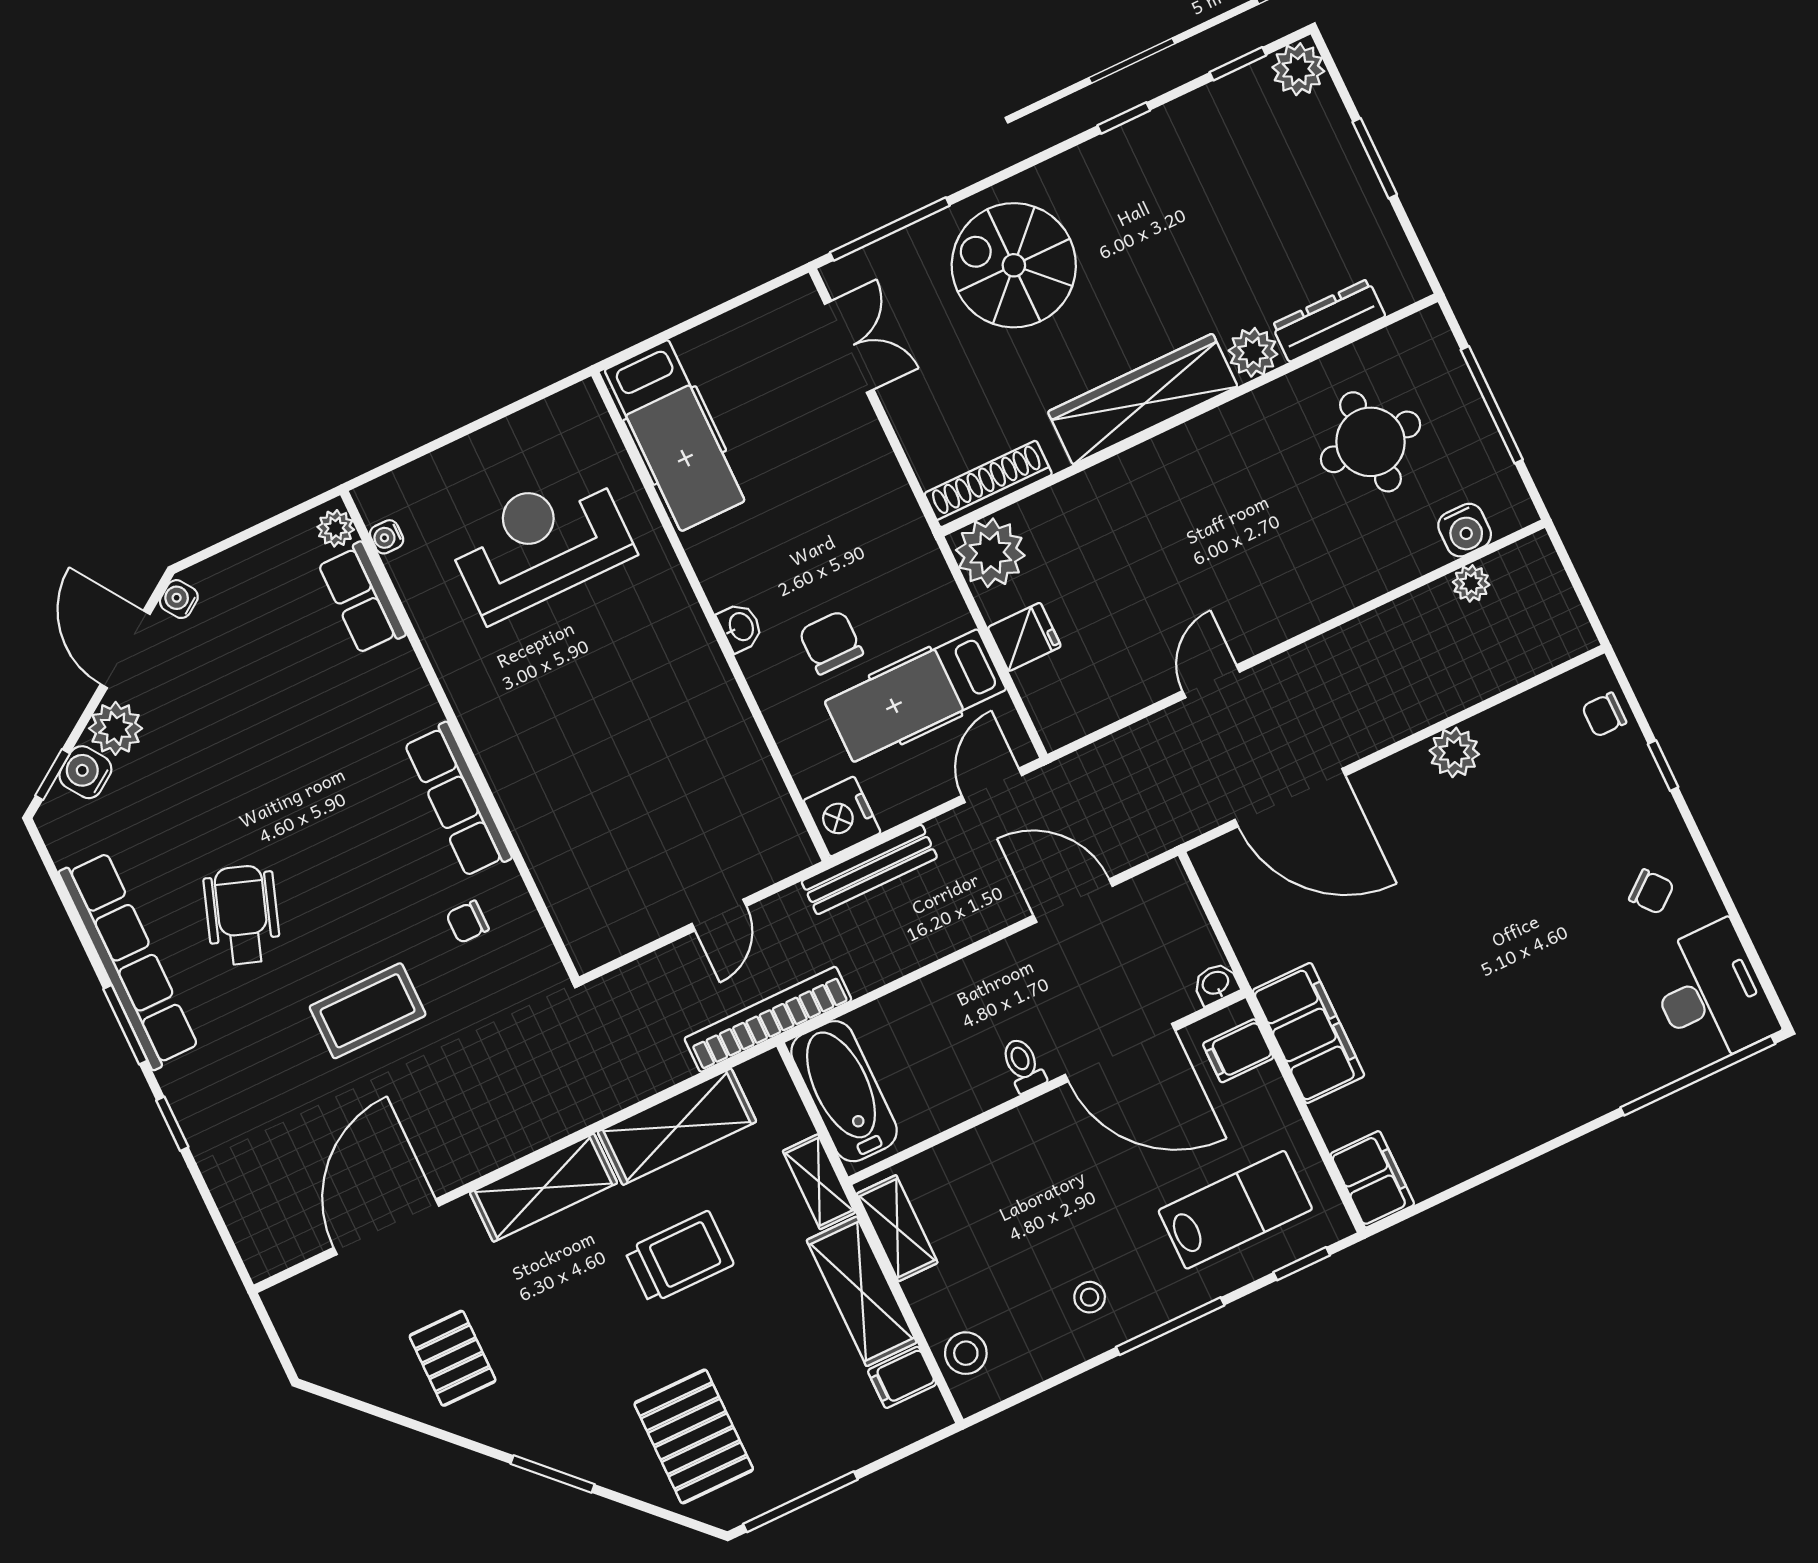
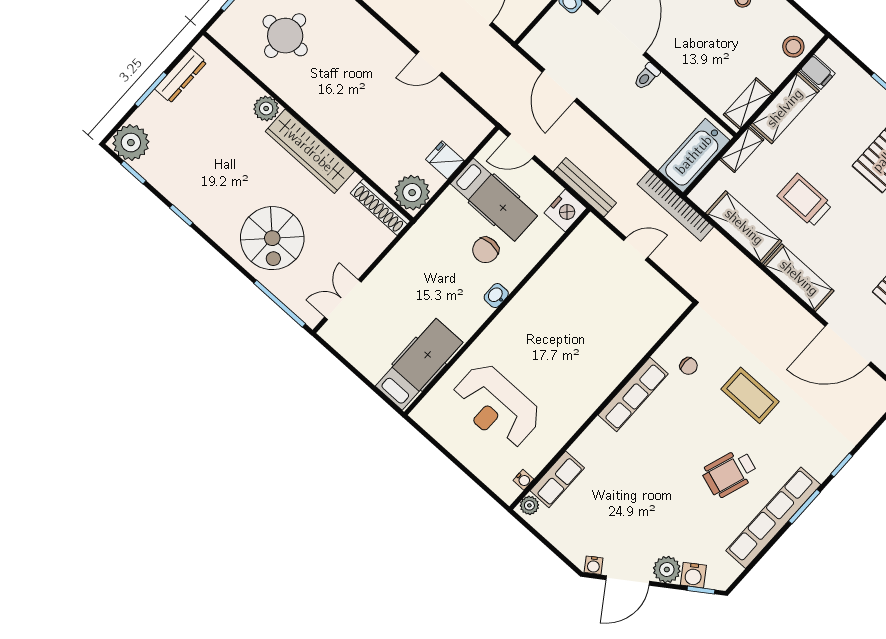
plant: (1298, 69) -> (131, 143), width x1.36, depth x1.36
dresser: (1329, 320) -> (181, 76), moved, turned -90

